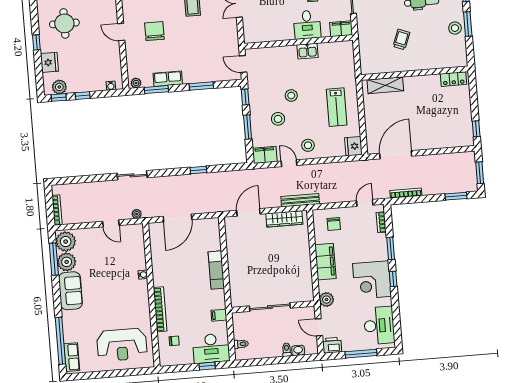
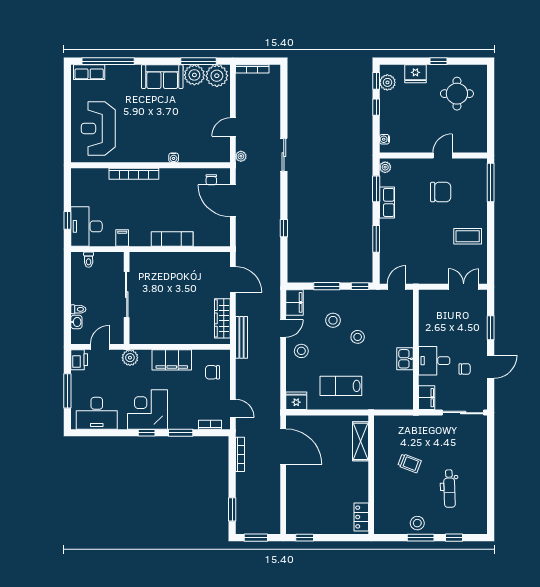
chair: (174, 341) -> (211, 180), moved

